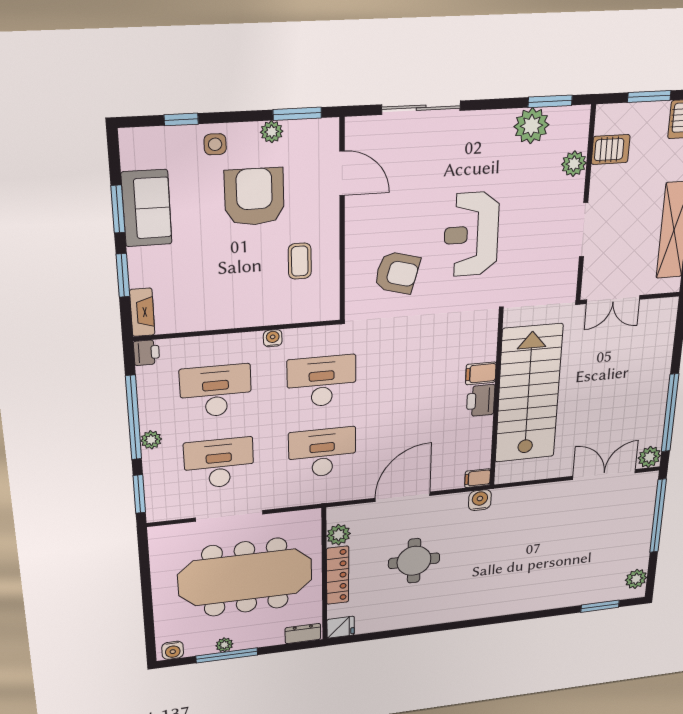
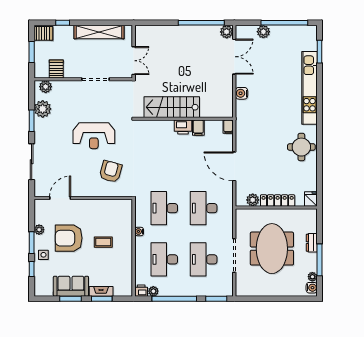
window: (550, 101) -> (32, 121), moved
window: (297, 114) -> (32, 243), moved
plant: (574, 164) -> (46, 87), moved
coffee table: (300, 261) -> (103, 242), moved
fireplace: (142, 312) -> (101, 291), moved
filing cabinet: (481, 373) -> (198, 128), moved
stairs: (529, 394) -> (172, 107), width x0.73, depth x0.66
plant: (151, 440) -> (153, 291), moved
double door: (604, 475) -> (234, 57), swing flipped
water cooler: (480, 500) -> (242, 93), moved
window: (658, 516) -> (284, 23), moved
round table: (414, 561) -> (301, 147), moved
meeting table: (245, 577) -> (272, 249), width x0.73
plant: (636, 579) -> (263, 32), moved
kitchen unit: (539, 599) -> (309, 88), added
dresser: (303, 634) -> (312, 243), moved
plant: (224, 645) -> (312, 277), moved

